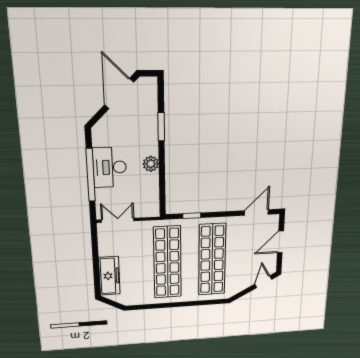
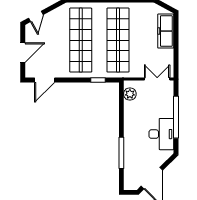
window: (161, 127) -> (121, 153), width x1.44
plant: (151, 164) -> (130, 94), moved
desk: (110, 167) -> (161, 134), moved
double door: (118, 220) -> (157, 79), swing flipped

